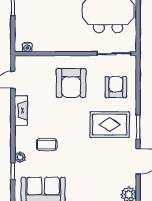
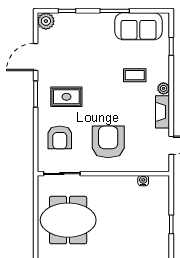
water cooler: (27, 47) -> (143, 181), moved
rug: (110, 125) -> (66, 97), width x0.73, depth x0.70
plant: (20, 157) -> (163, 88), moved

